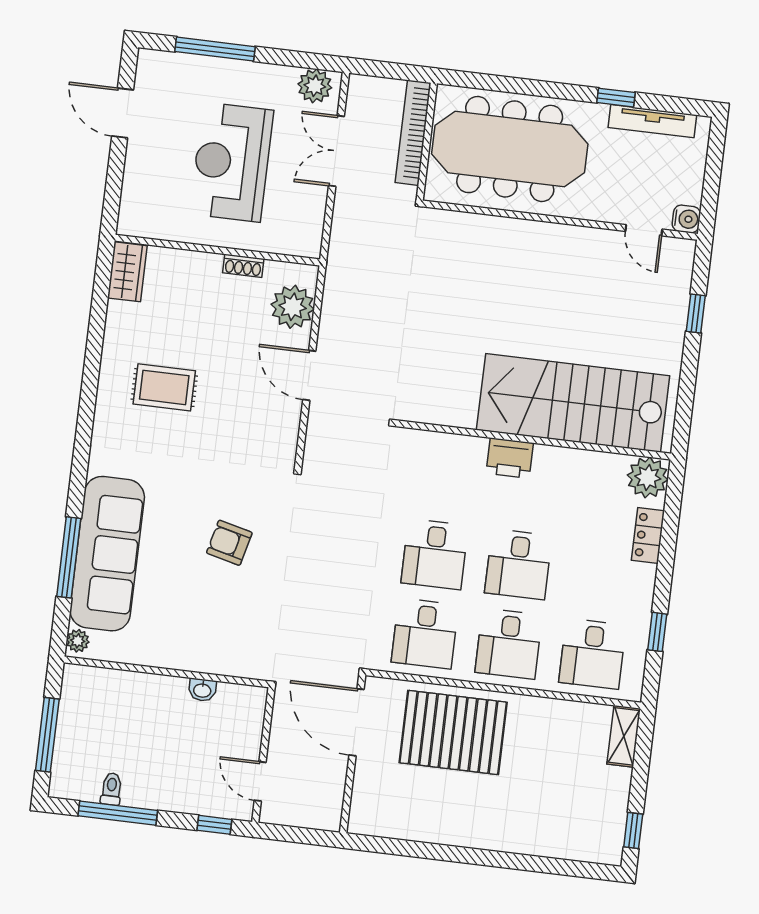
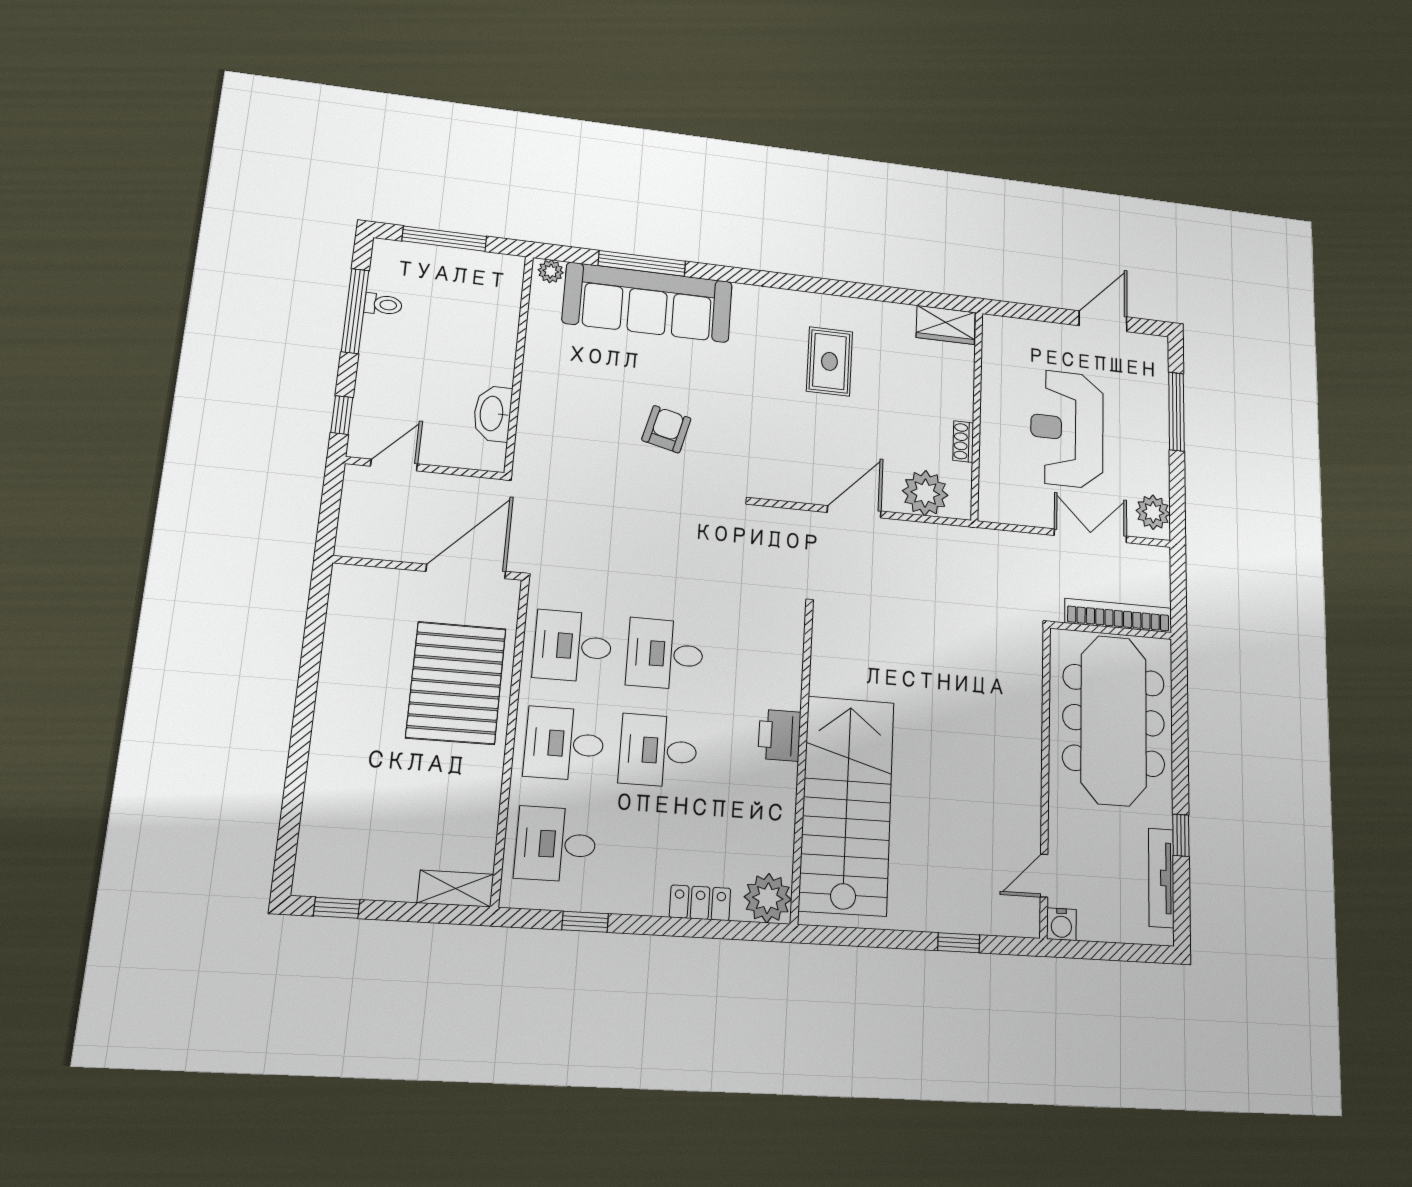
reception desk: (232, 162) -> (1067, 429), turned -90
washbasin: (202, 690) -> (493, 414), width x1.91, depth x1.45

